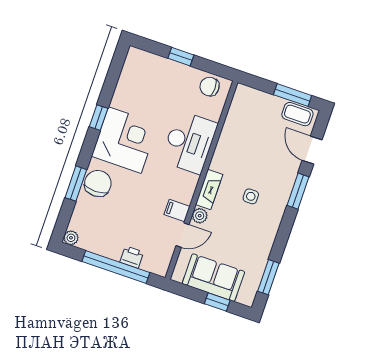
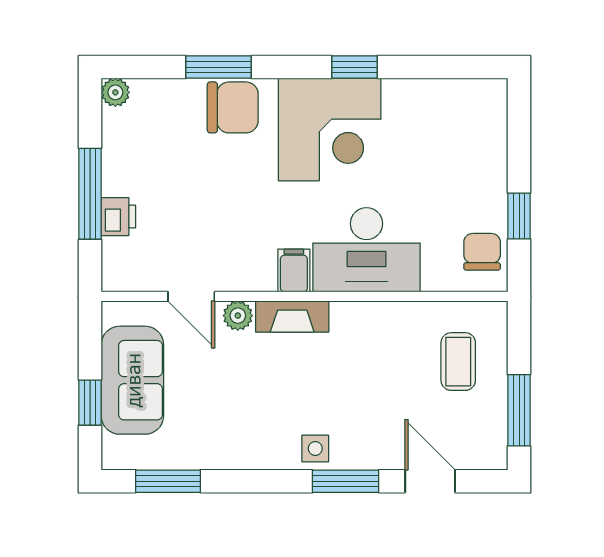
window: (181, 57) -> (519, 216), moved
coffee table: (297, 114) -> (458, 362), moved
door: (312, 150) -> (430, 481), hinge flipped
side table: (251, 196) -> (315, 448), moved
filing cabinet: (177, 211) -> (294, 271), moved
window: (116, 267) -> (90, 194), width x0.68

